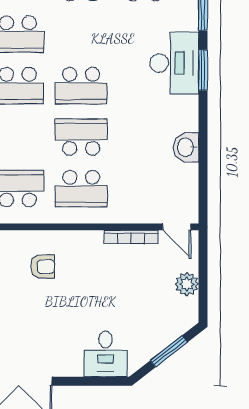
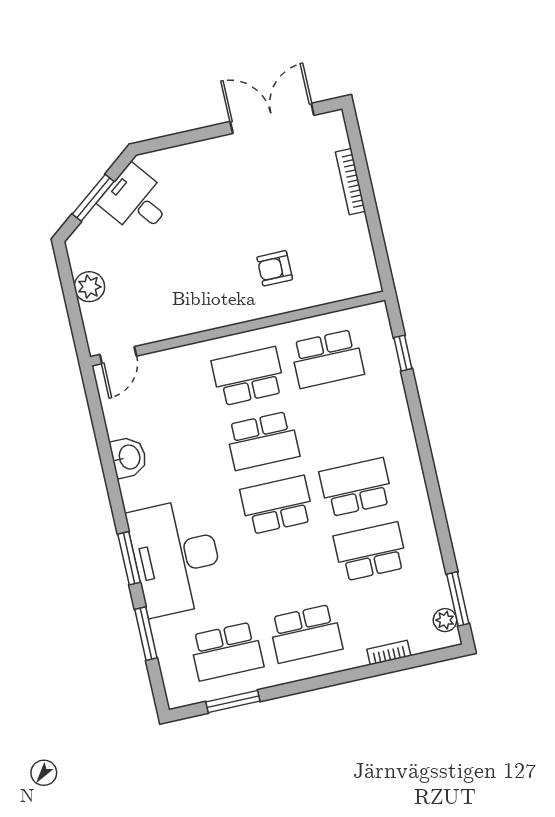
desk: (174, 63) -> (176, 557), width x1.36, depth x1.30
door: (177, 227) -> (118, 355), swing flipped
bookcase: (131, 237) -> (172, 330), removed
desk: (105, 354) -> (136, 201), moved, turned -38

